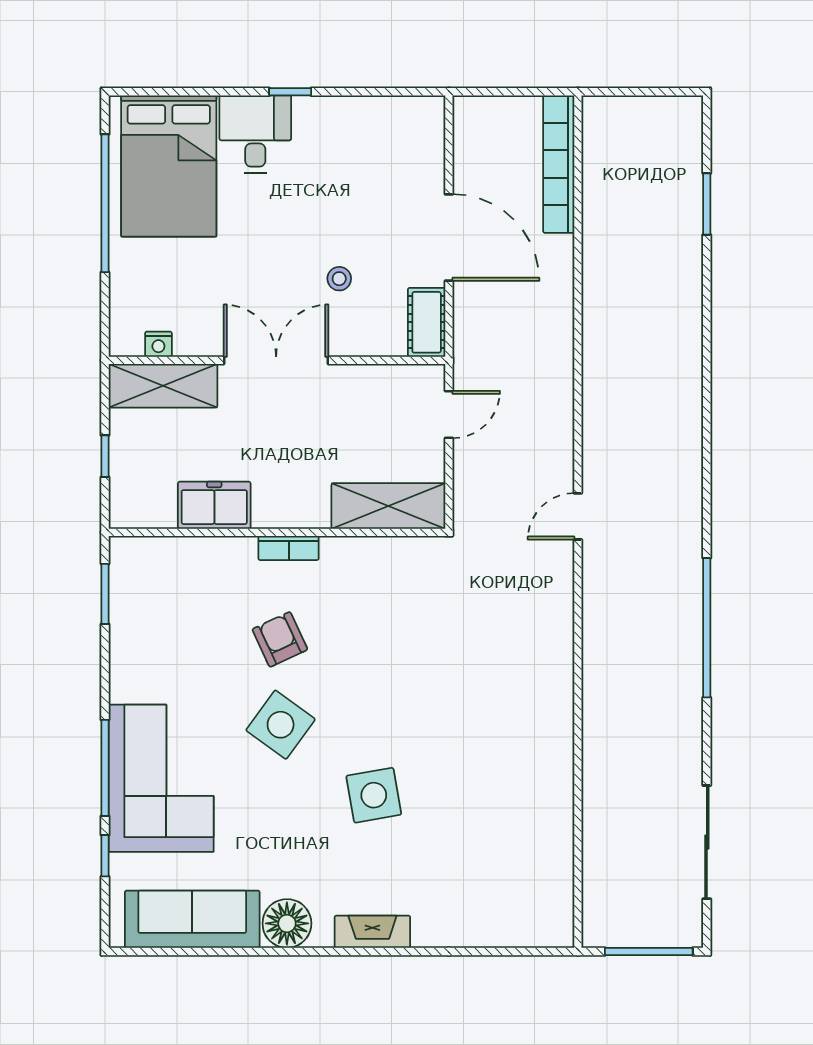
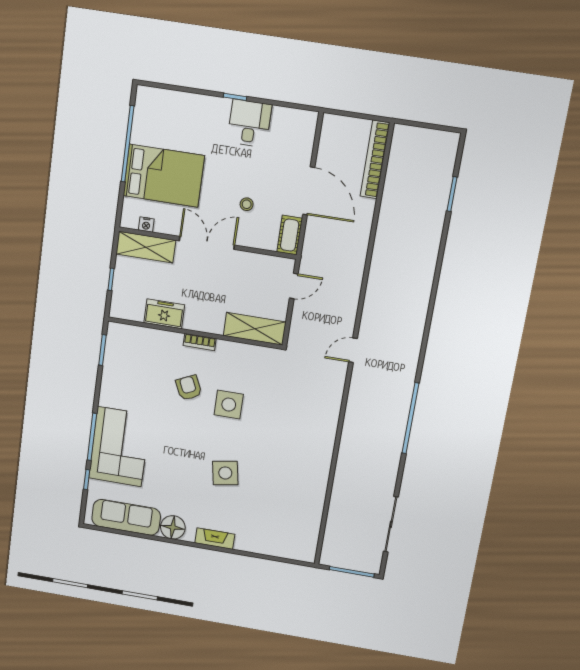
desk: (255, 134) -> (249, 123), moved
bed: (169, 166) -> (164, 176), moved, turned -90
side table: (281, 725) -> (229, 405), moved, turned -36

